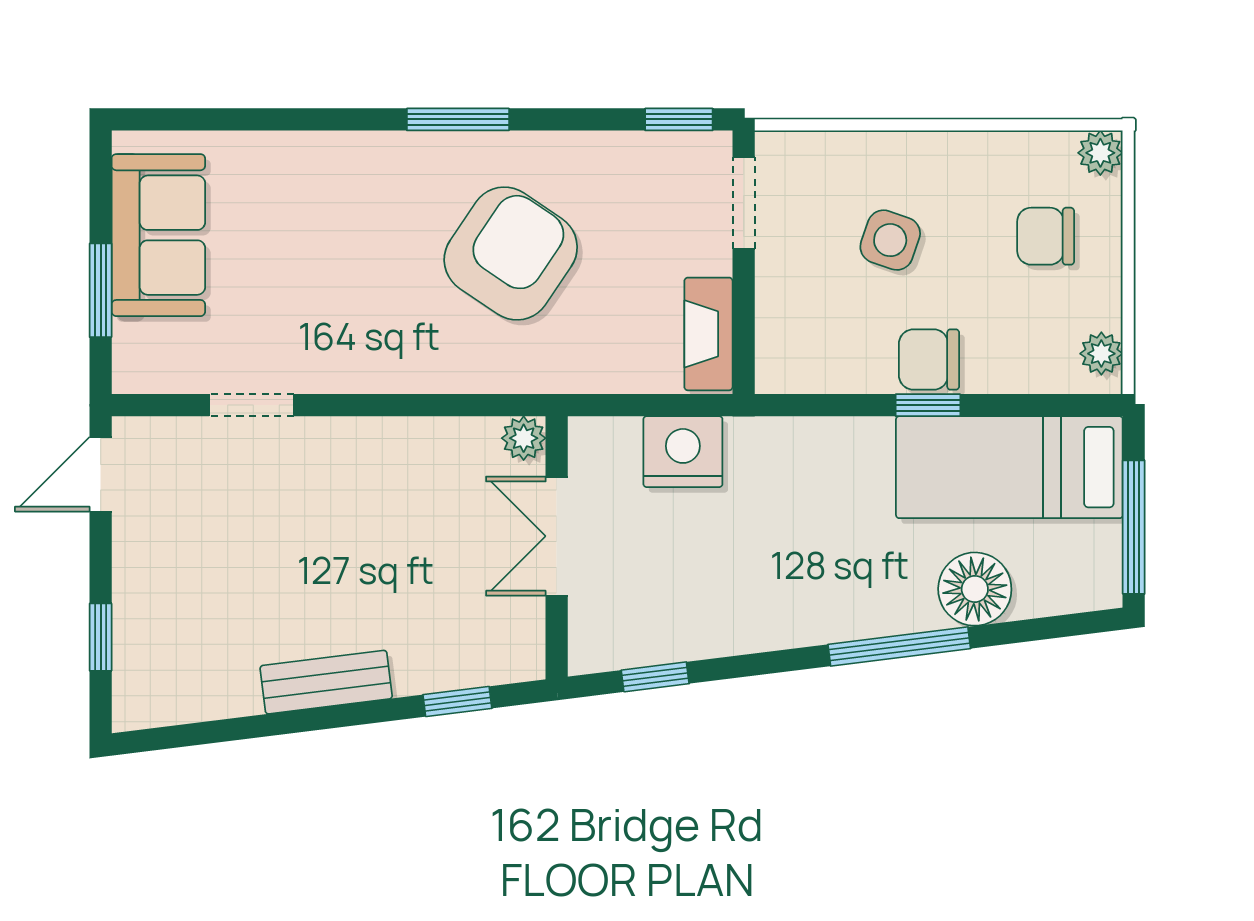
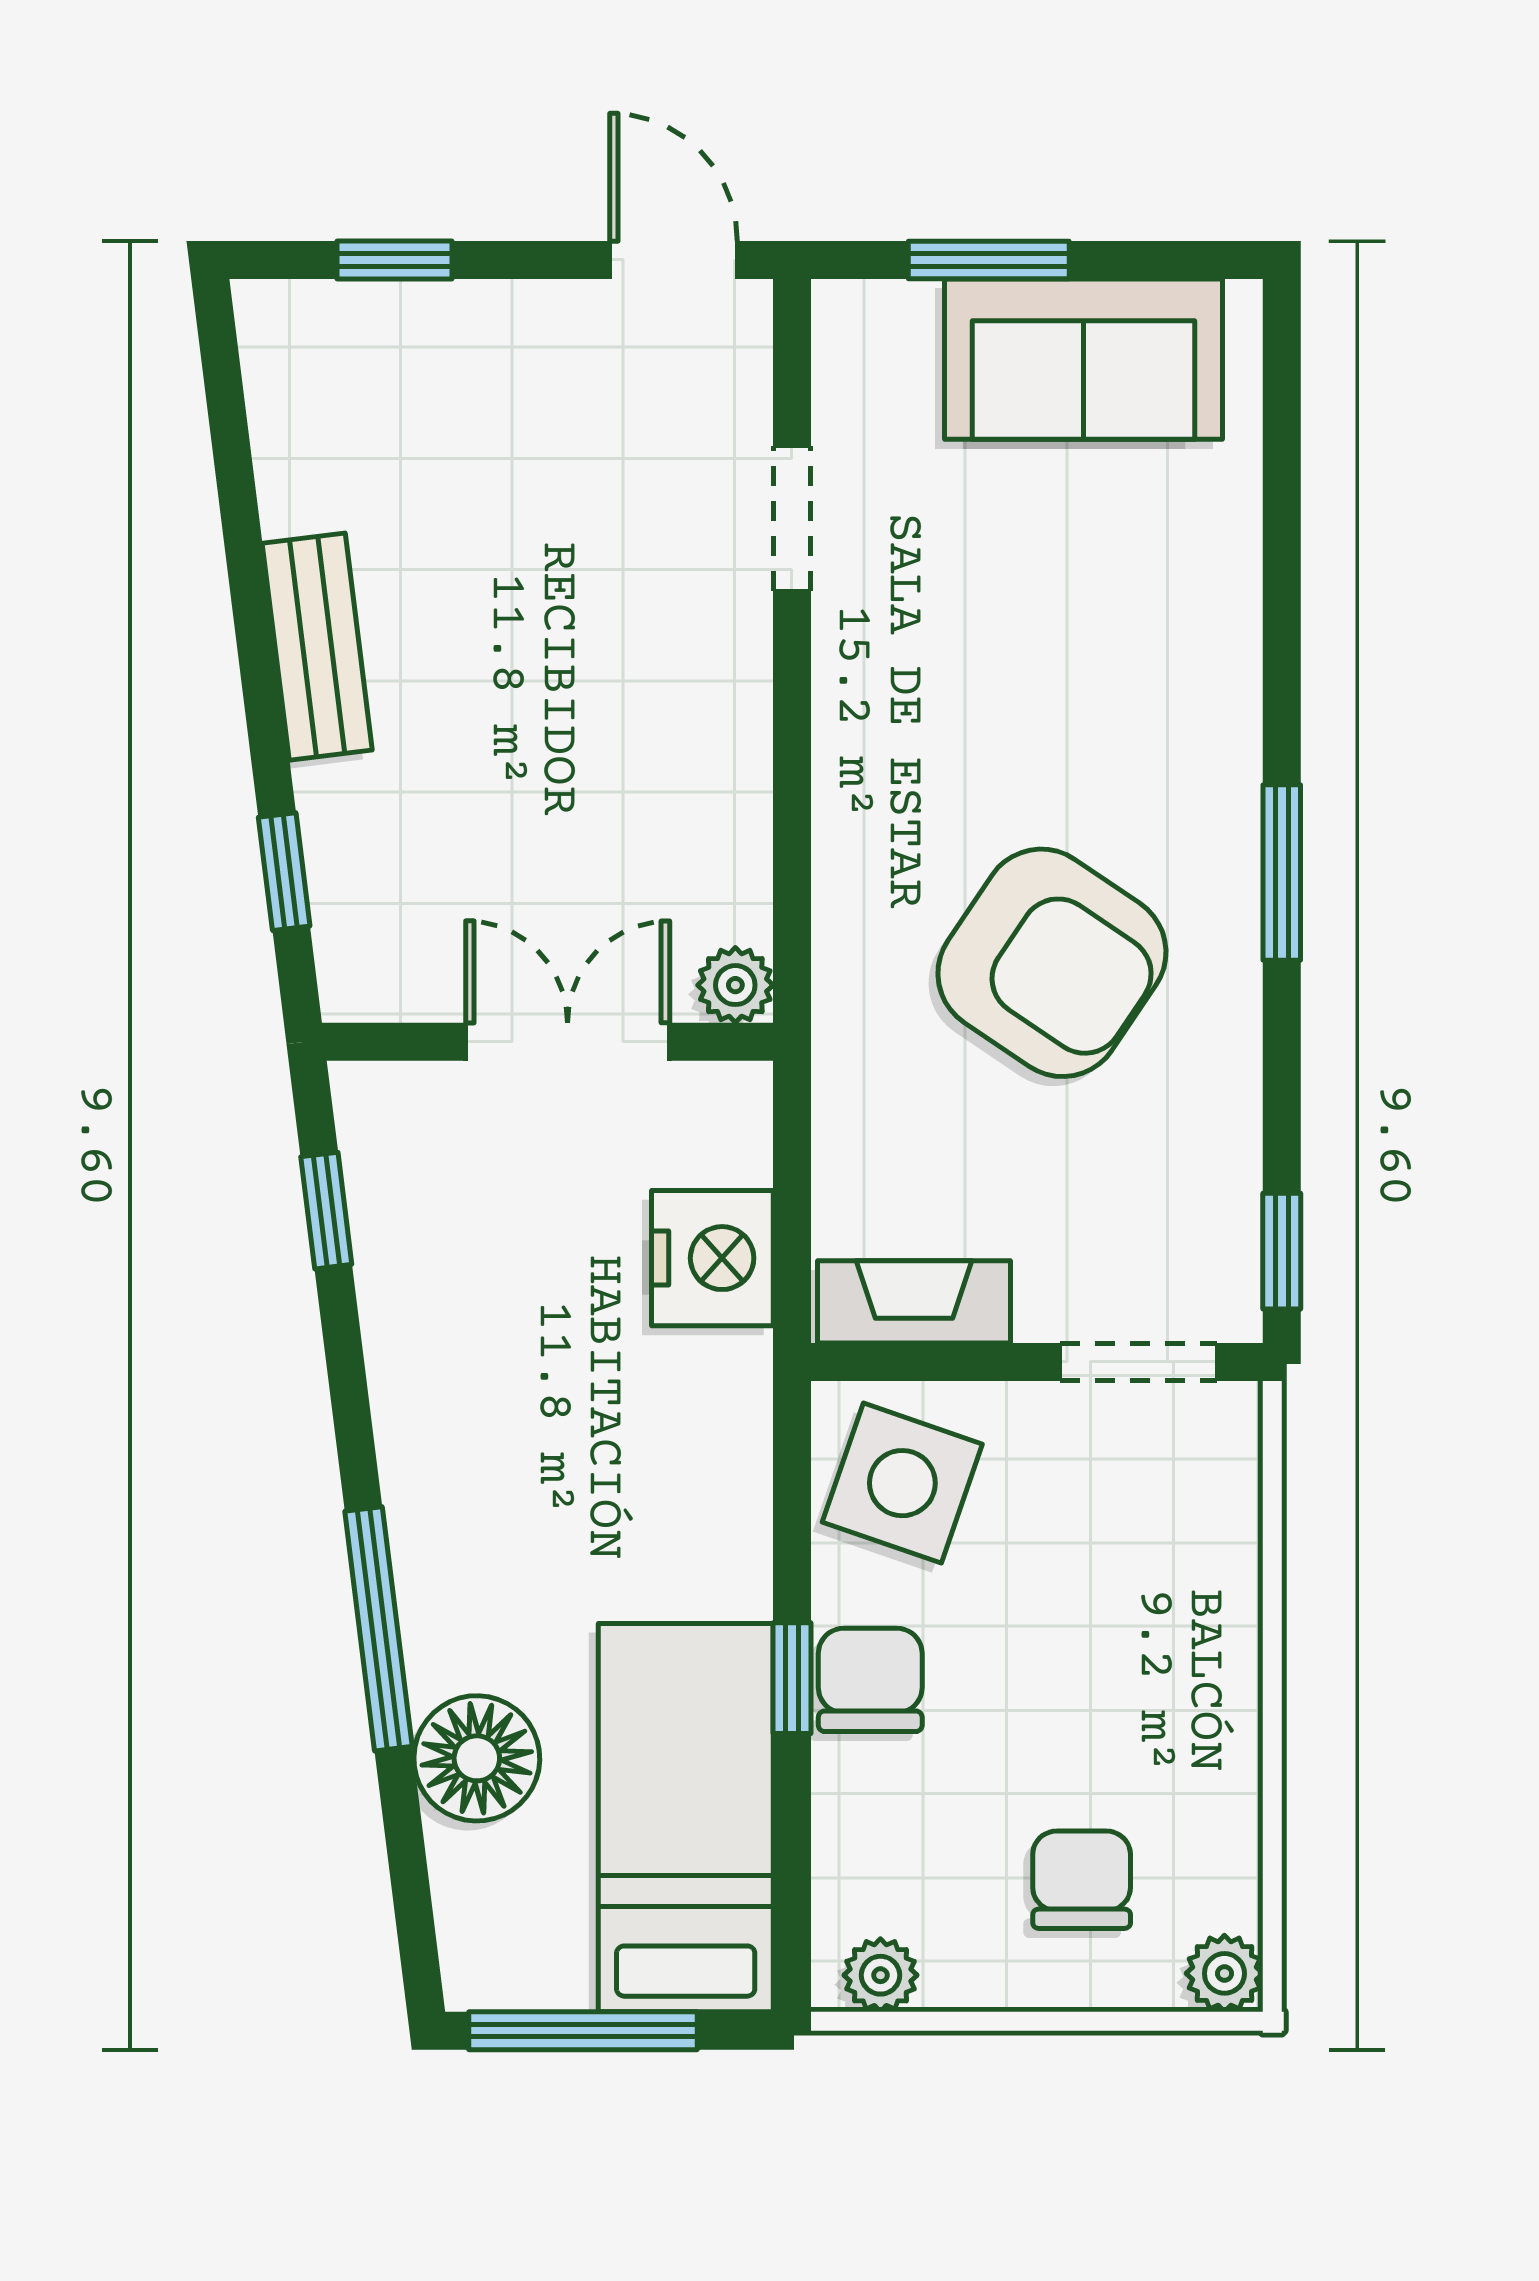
side table: (890, 240) -> (902, 1483), moved, width x1.37, depth x1.37

